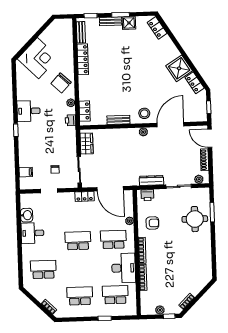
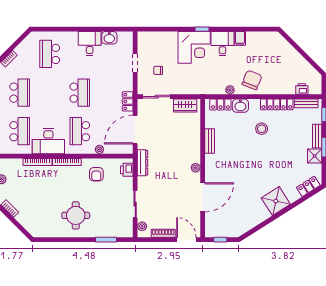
corner desk: (38, 58) -> (194, 47), moved, turned -45
shower: (179, 68) -> (276, 201), moved
chair: (61, 83) -> (252, 80), turned 68
locker: (195, 83) -> (247, 225), removed
washbasin: (85, 93) -> (240, 106), added
stool: (144, 113) -> (262, 129), moved
printer: (71, 120) -> (302, 89), moved
door: (170, 125) -> (203, 197), hinge flipped
door: (210, 138) -> (186, 240), hinge flipped
filing cabinet: (26, 172) -> (240, 38), moved
dresser: (151, 180) -> (143, 163), moved
round table: (195, 219) -> (76, 215), moved
school desk: (113, 239) -> (80, 131), turned 180
school desk: (43, 269) -> (50, 54), turned 180

